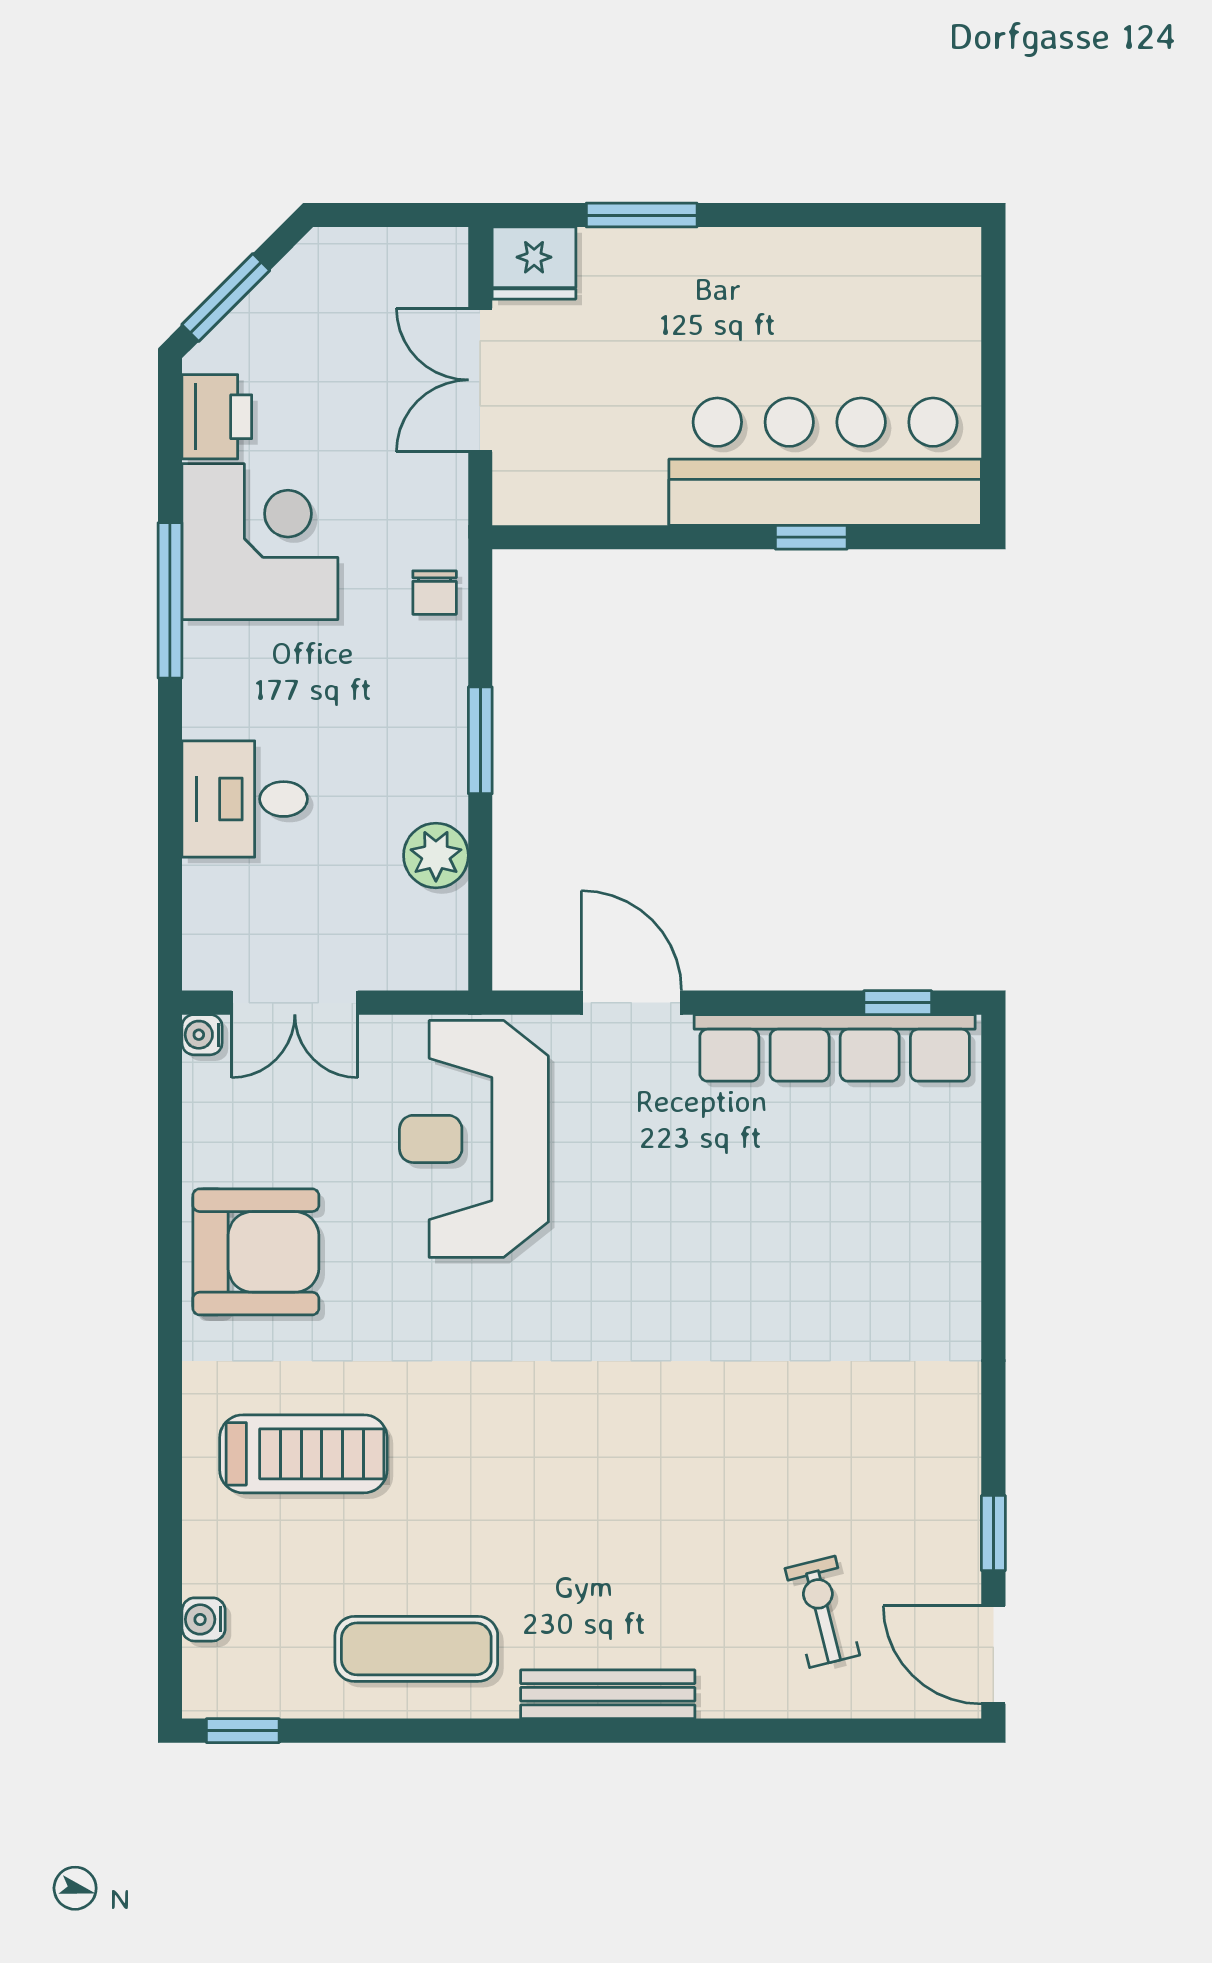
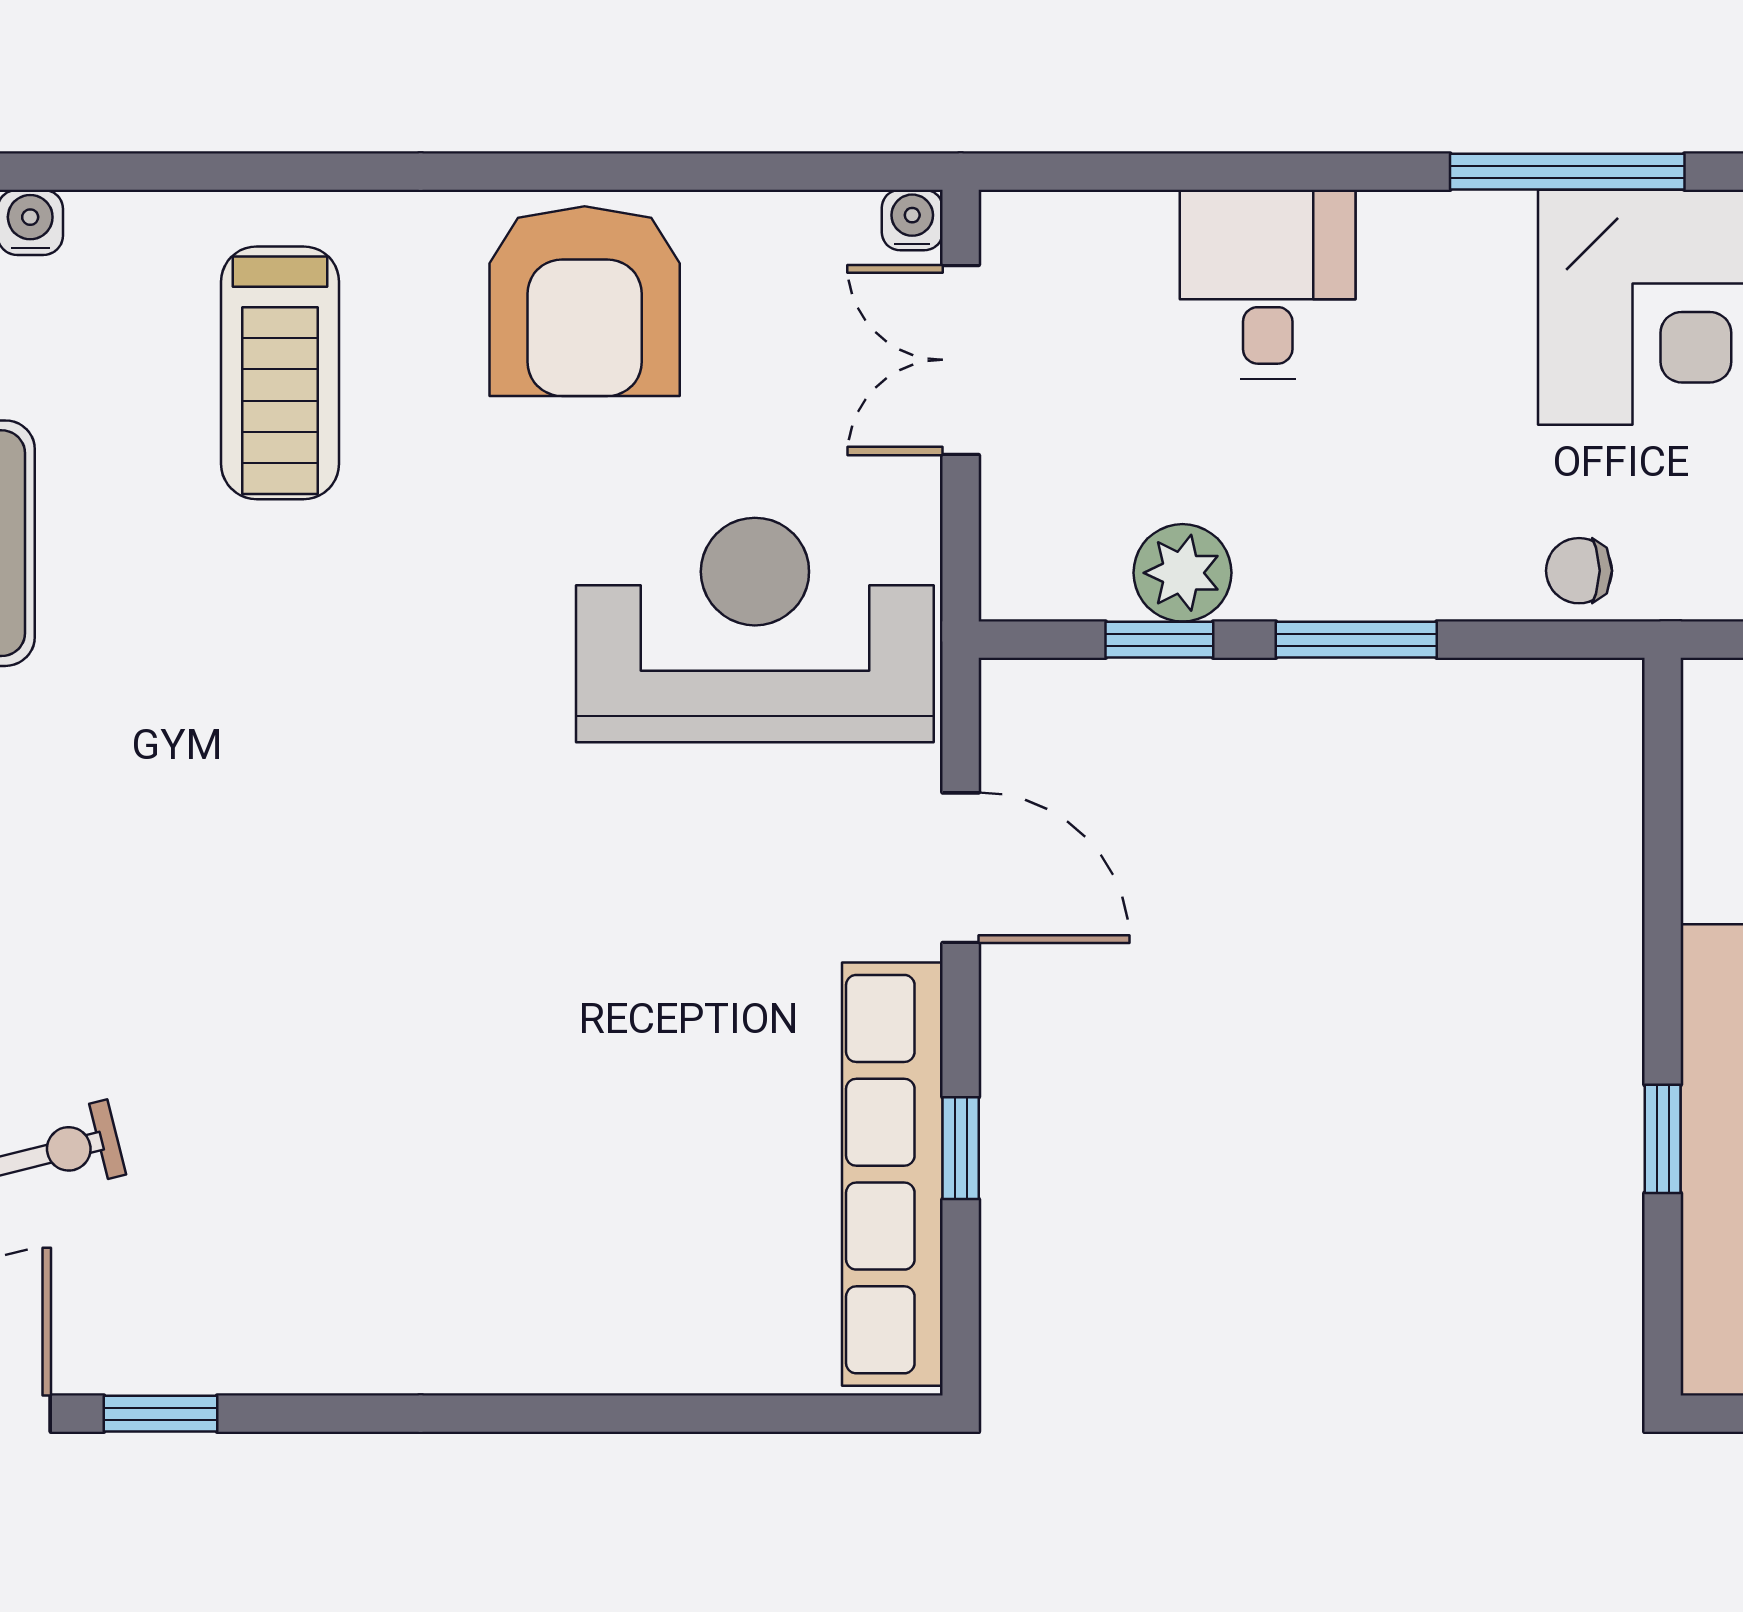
window: (480, 871) -> (1159, 640), added
door: (631, 1003) -> (961, 868), hinge flipped
window: (898, 1003) -> (961, 1148), moved

